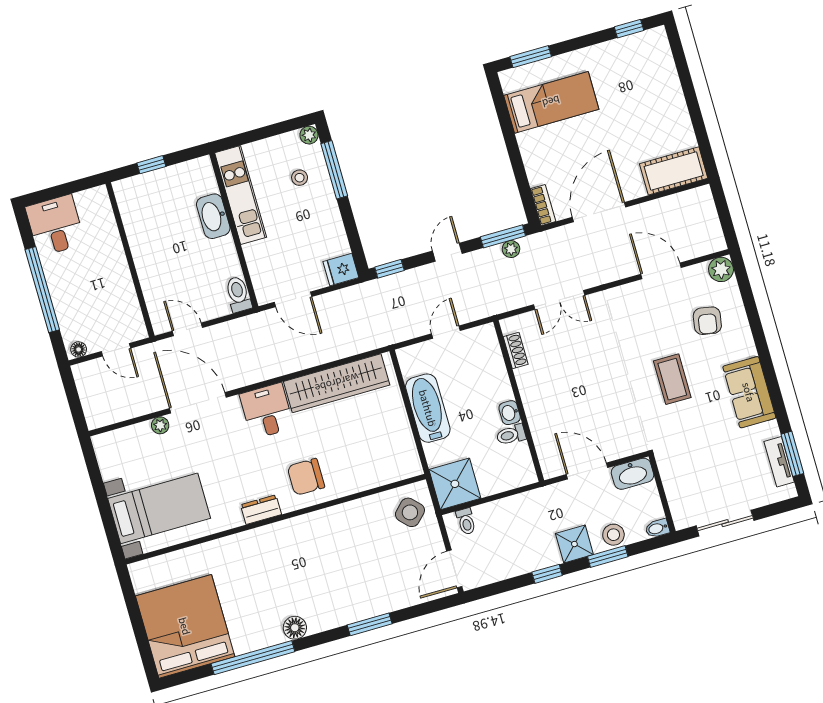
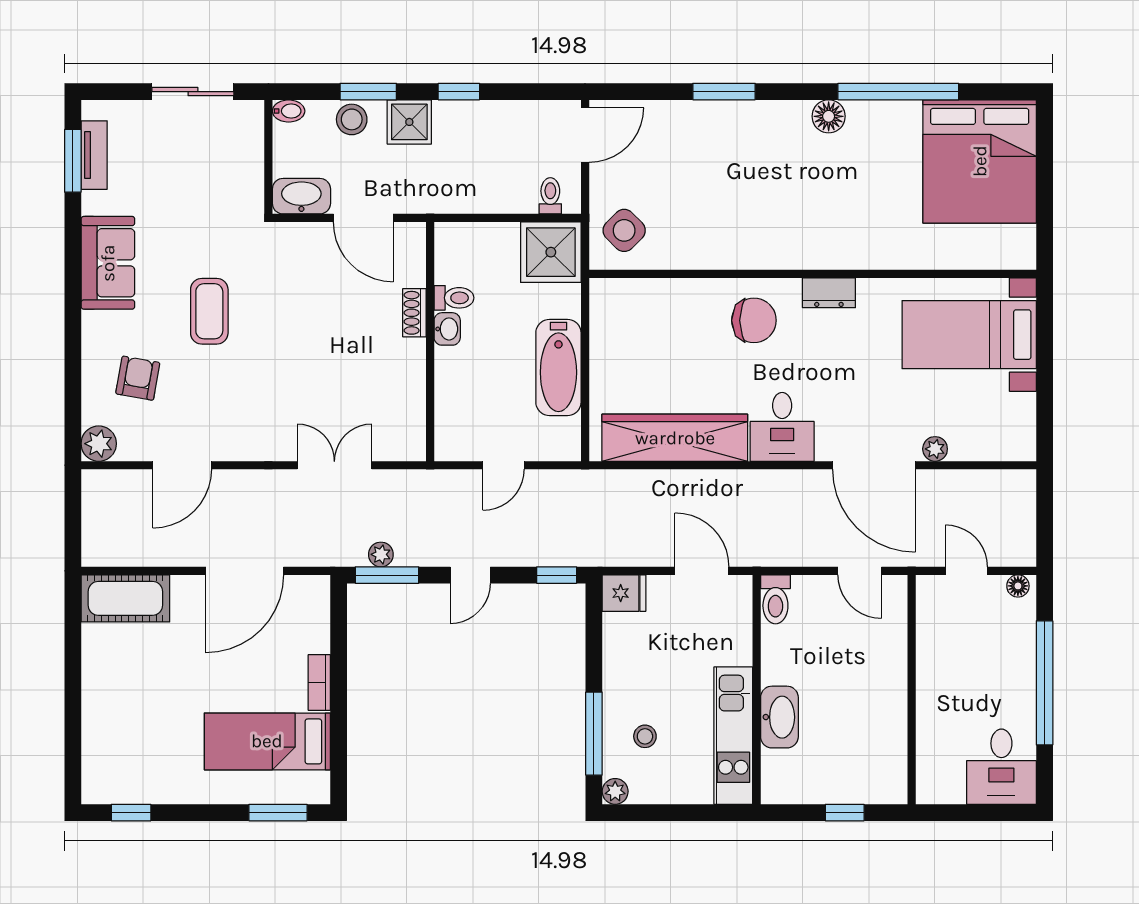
bookcase: (543, 205) -> (319, 683), moved
door: (661, 271) -> (182, 465), hinge flipped
shoe rack: (516, 350) -> (414, 313), moved

